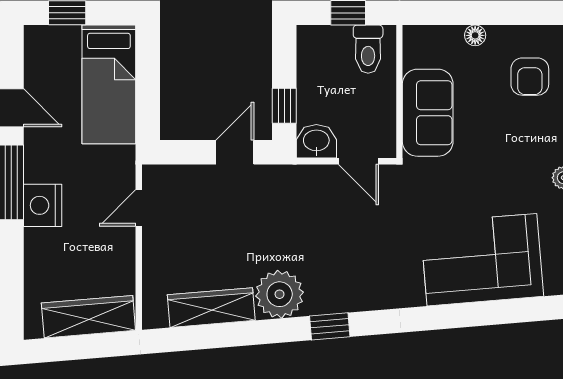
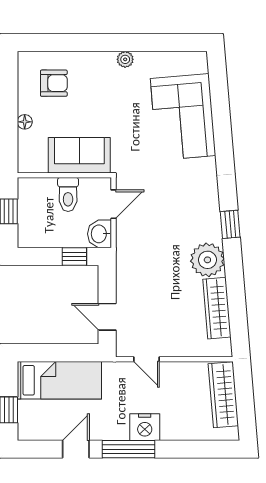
toilet: (368, 49) -> (68, 194), moved, turned 90
door: (235, 152) -> (107, 317), moved

